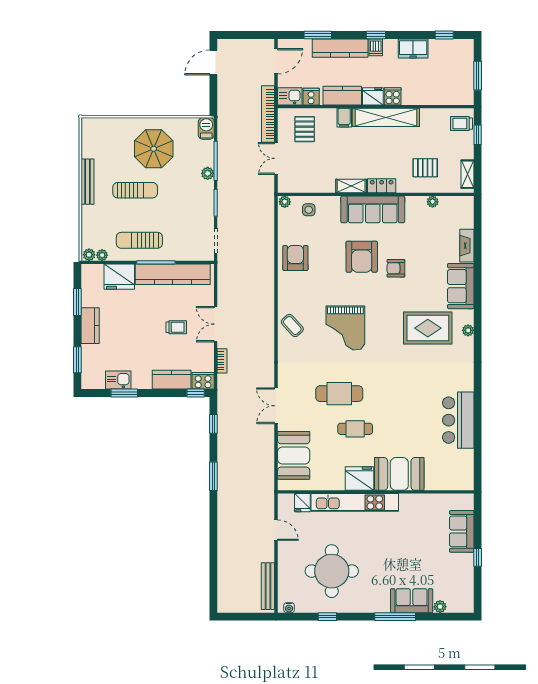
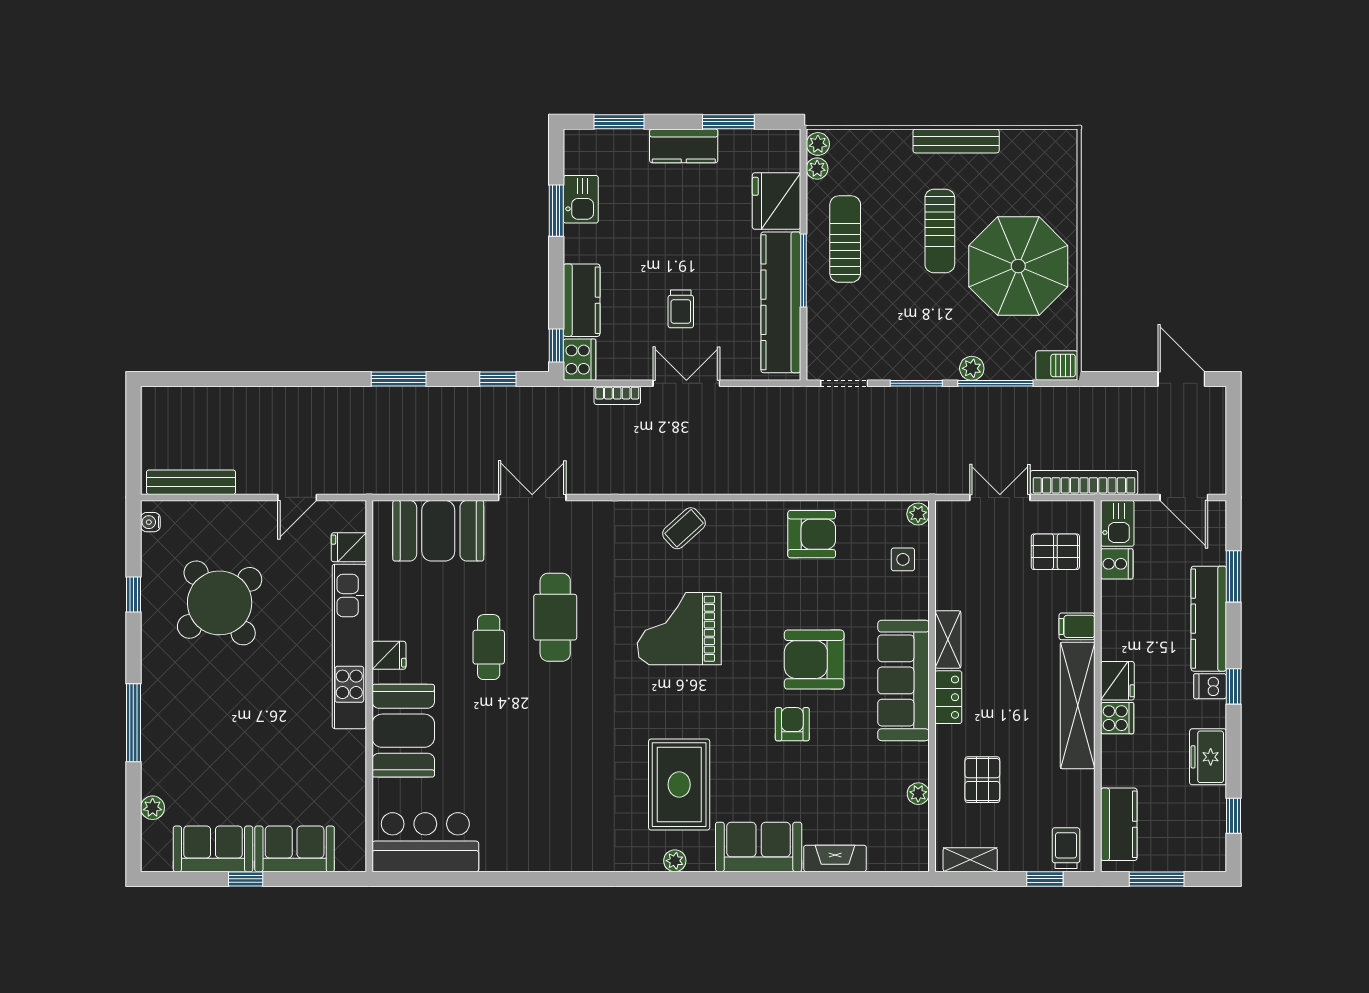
kitchen counter: (342, 96) -> (1119, 824), moved
parasol: (154, 149) -> (1018, 266), width x1.36, depth x1.36
bar counter: (458, 420) -> (425, 842), moved
fridge: (359, 479) -> (389, 655), width x0.53, depth x0.75
round table: (332, 571) -> (220, 603), turned -38
sofa: (412, 601) -> (213, 849), moved, turned -90

